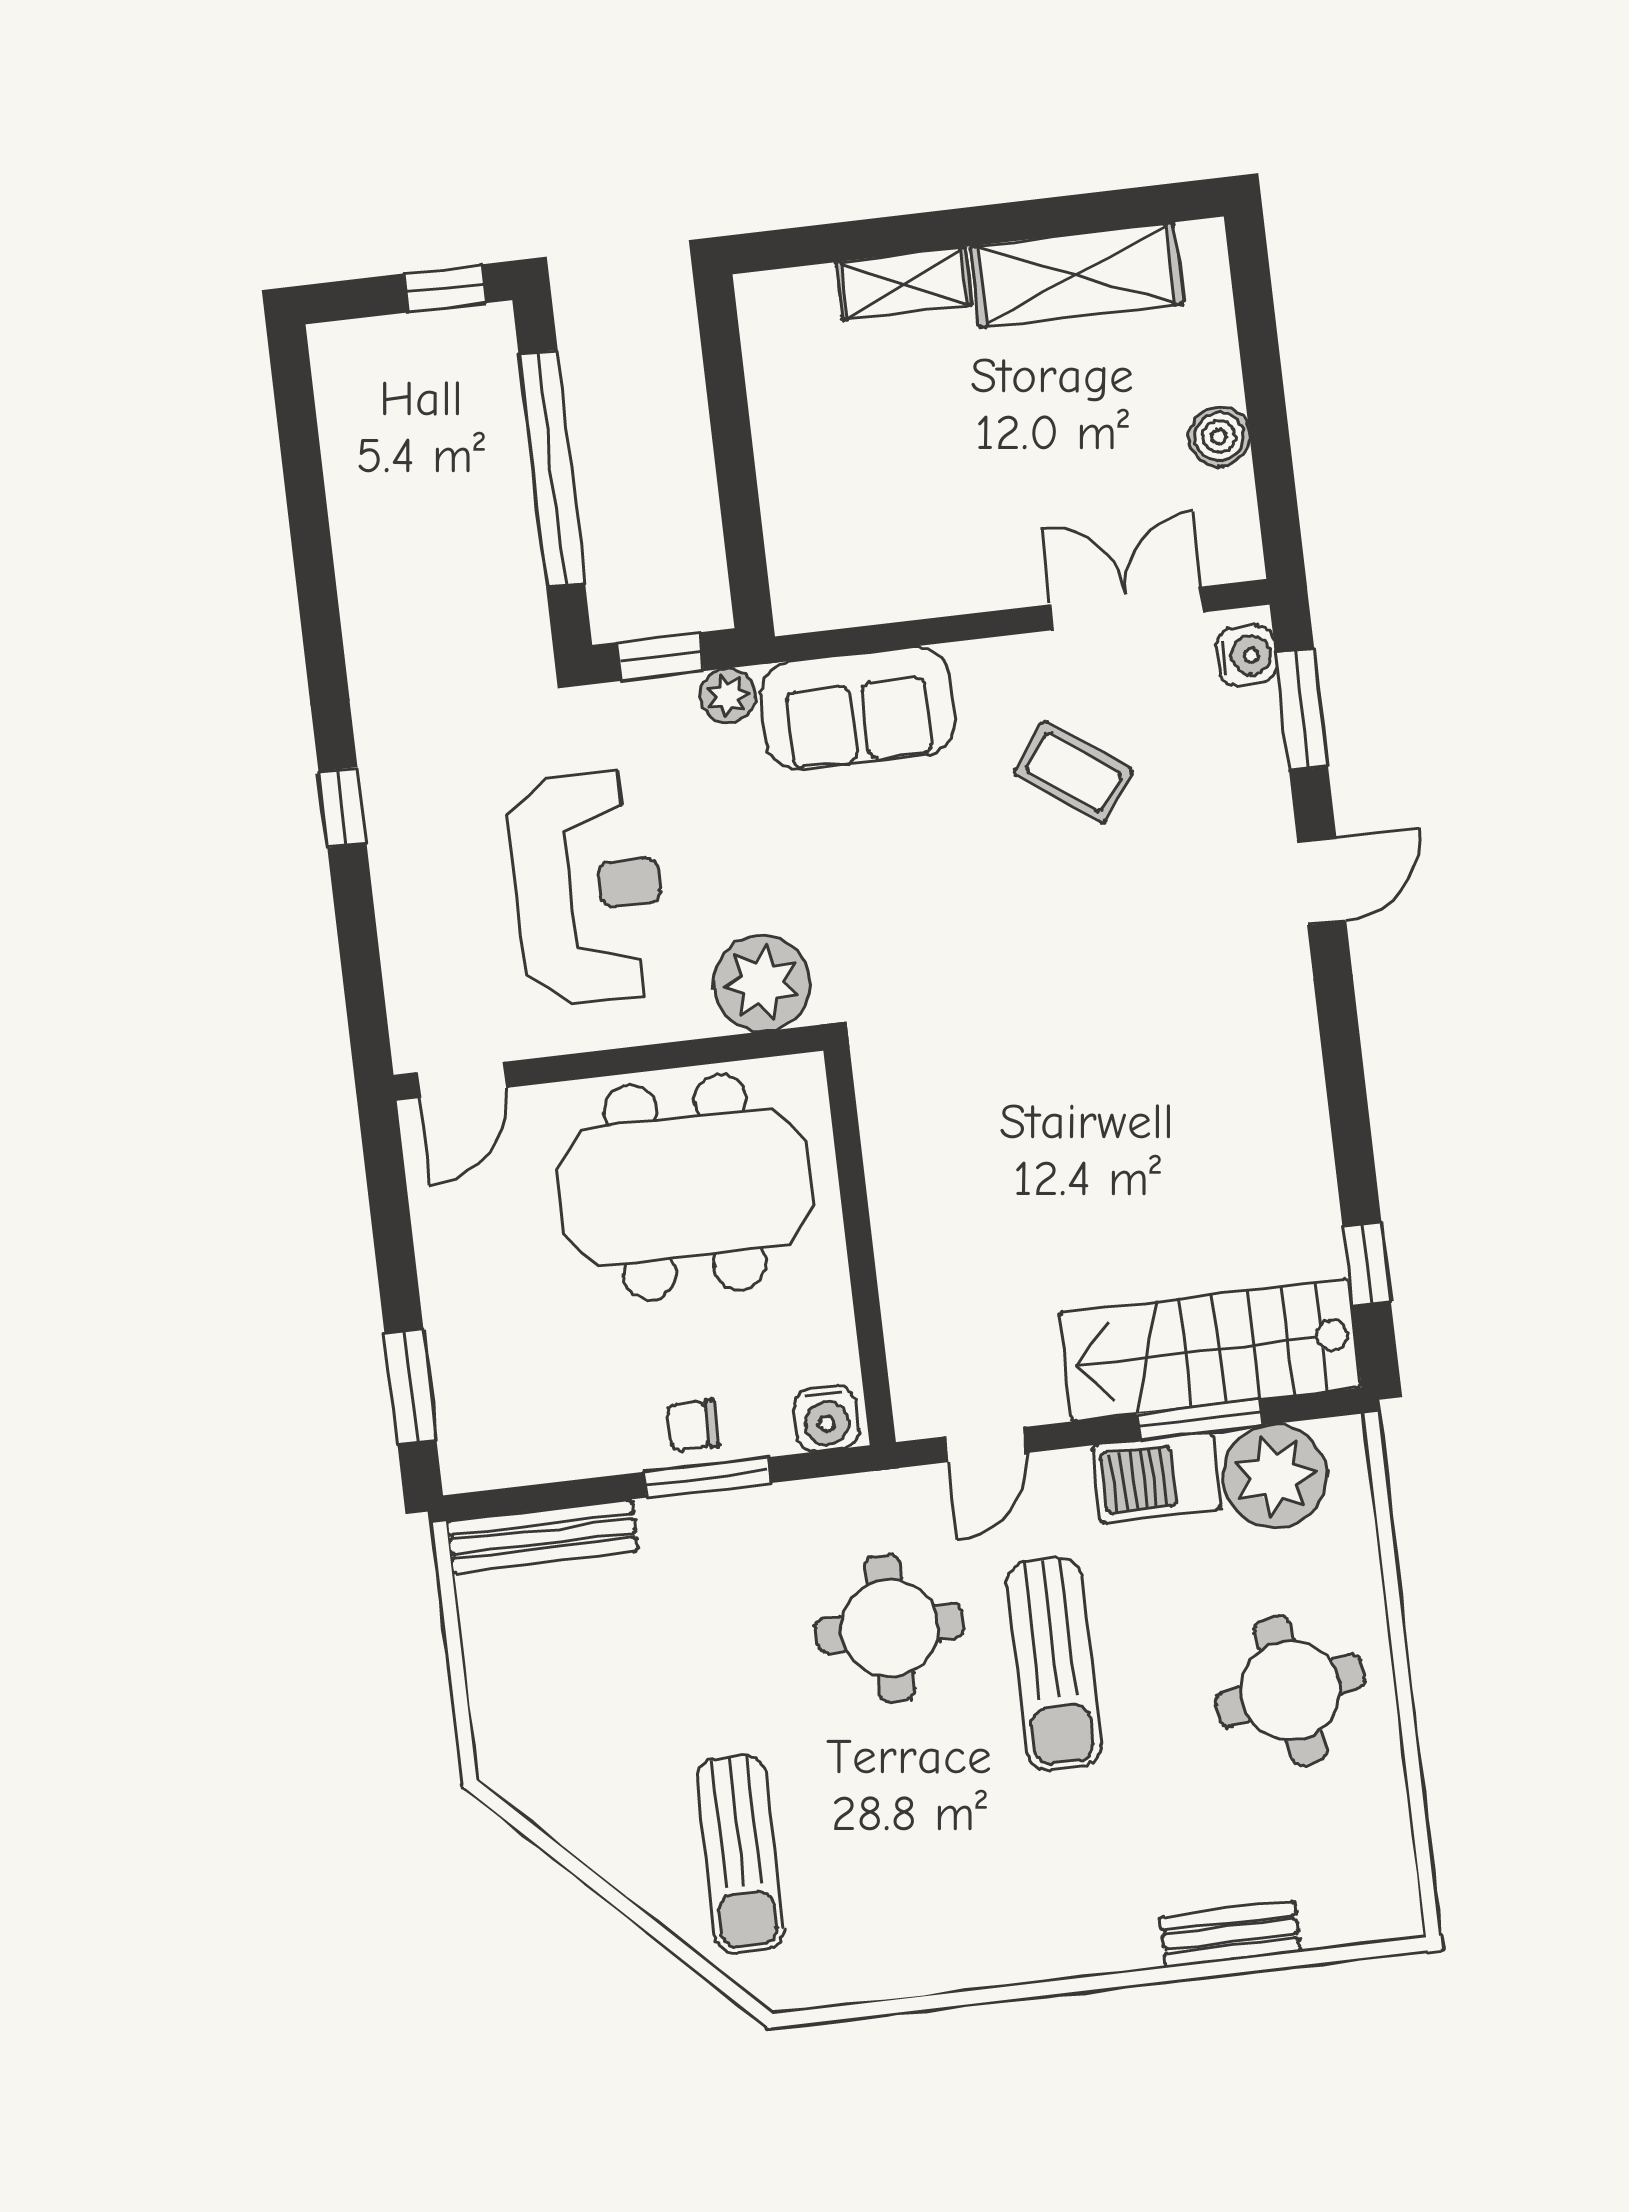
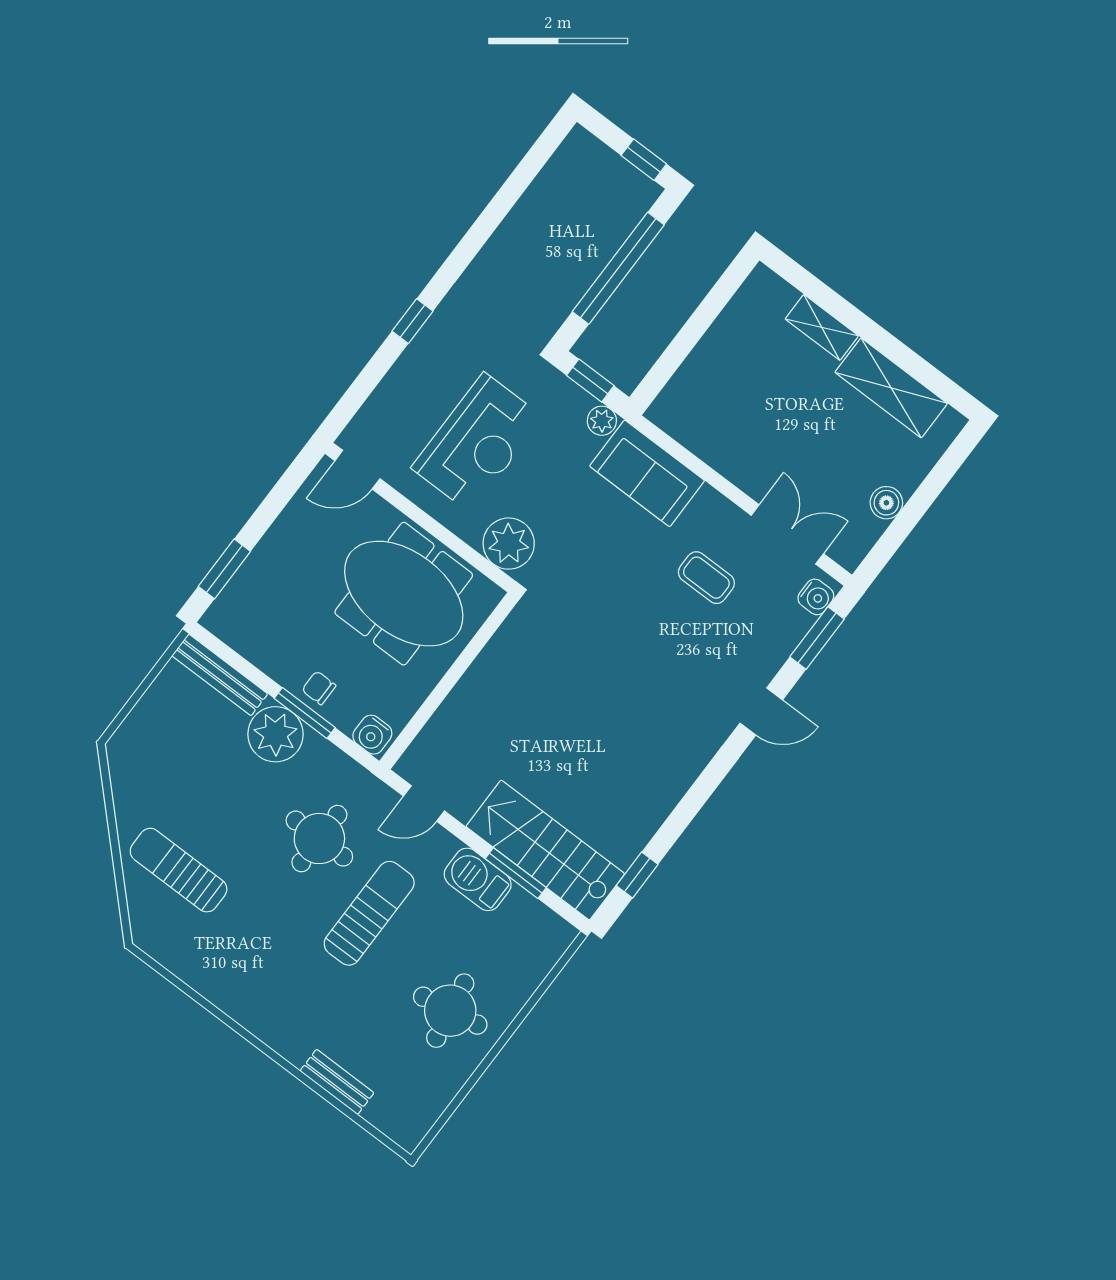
coffee table: (1073, 772) -> (706, 578), turned -36
plant: (1275, 1476) -> (275, 734), moved
sun lounger: (1054, 1664) -> (369, 913), turned 180
sun lounger: (740, 1854) -> (179, 870), turned 90

